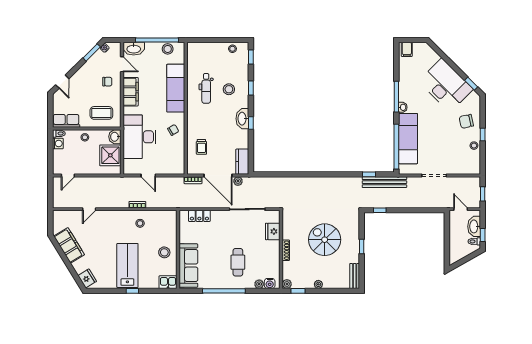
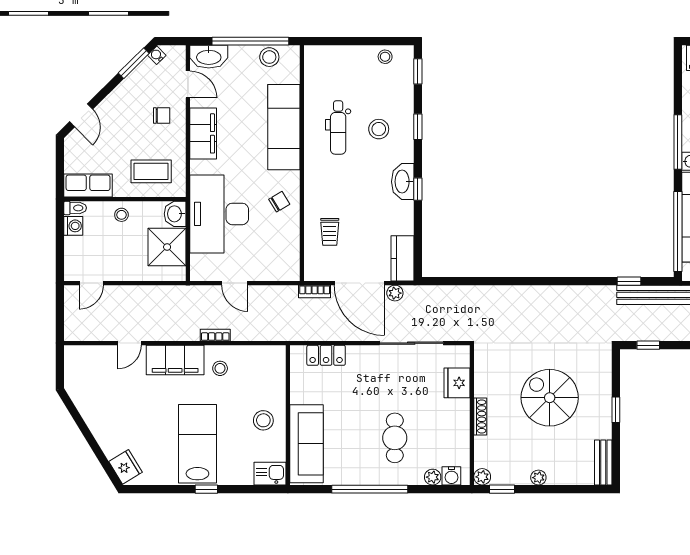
filing cabinet: (69, 245) -> (175, 360), moved, turned 121

